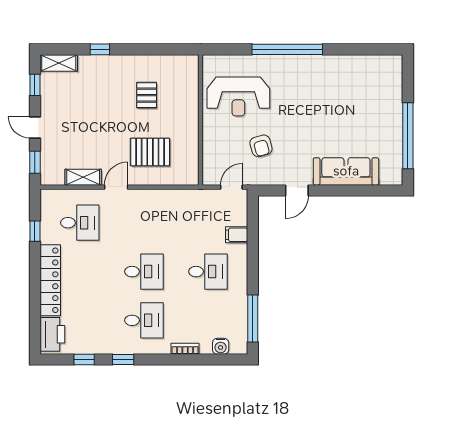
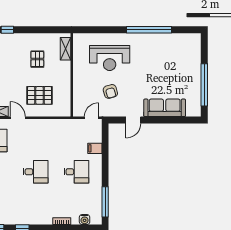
window: (287, 49) -> (149, 30), moved
shelving: (191, 79) -> (65, 49), added
reception desk: (238, 97) -> (110, 58), moved
door: (116, 187) -> (18, 118), hinge flipped
desk: (144, 320) -> (36, 203), removed

